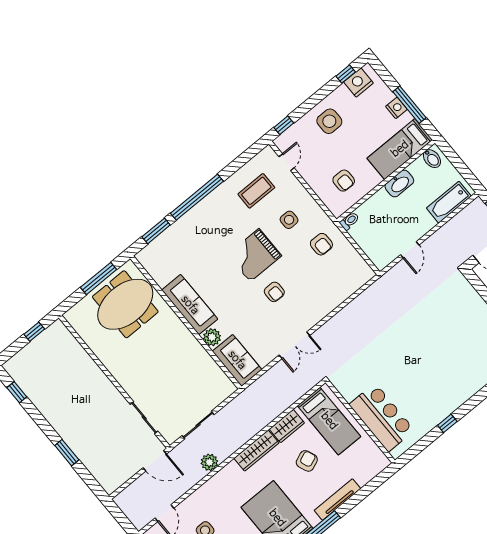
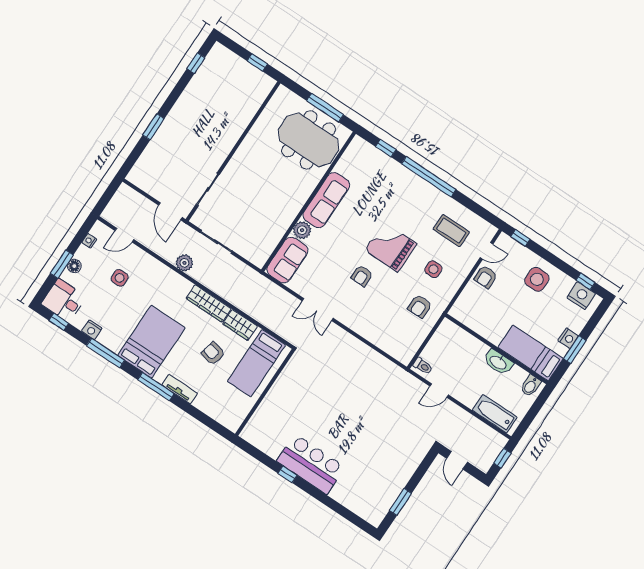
window: (409, 105) -> (575, 350), width x0.69
armchair: (344, 181) -> (486, 277), moved
toilet: (350, 221) -> (423, 366), moved
window: (156, 231) -> (386, 148), width x0.67
bar counter: (382, 417) -> (311, 464), moved, turned -90
armchair: (307, 461) -> (213, 353), turned -145
tv unit: (337, 499) -> (180, 389), width x0.71

